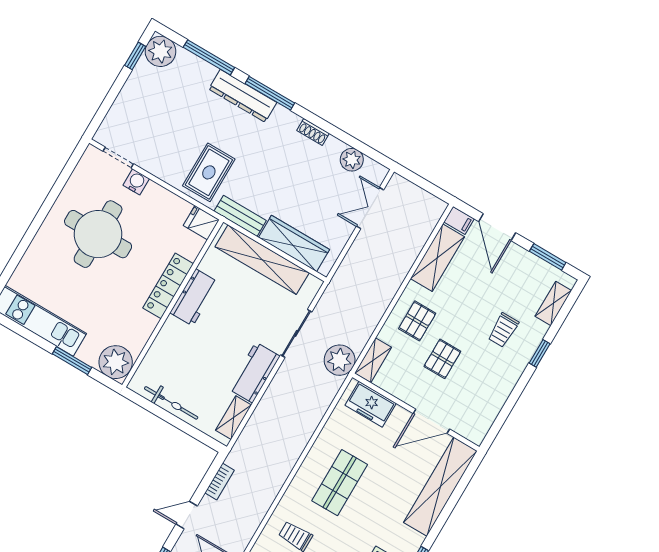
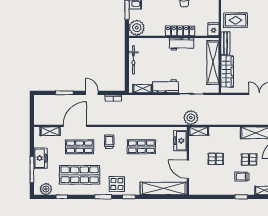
pallet: (417, 321) -> (249, 159), moved

